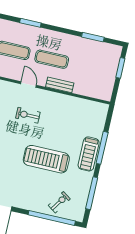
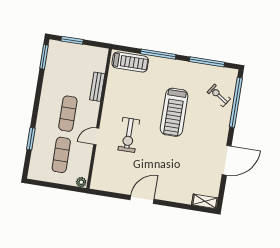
window: (93, 37) -> (44, 57), moved
bench: (60, 85) -> (97, 87), moved
exercise bike: (28, 115) -> (129, 135), width x1.38, depth x1.39
treadmill: (89, 154) -> (130, 62), moved

